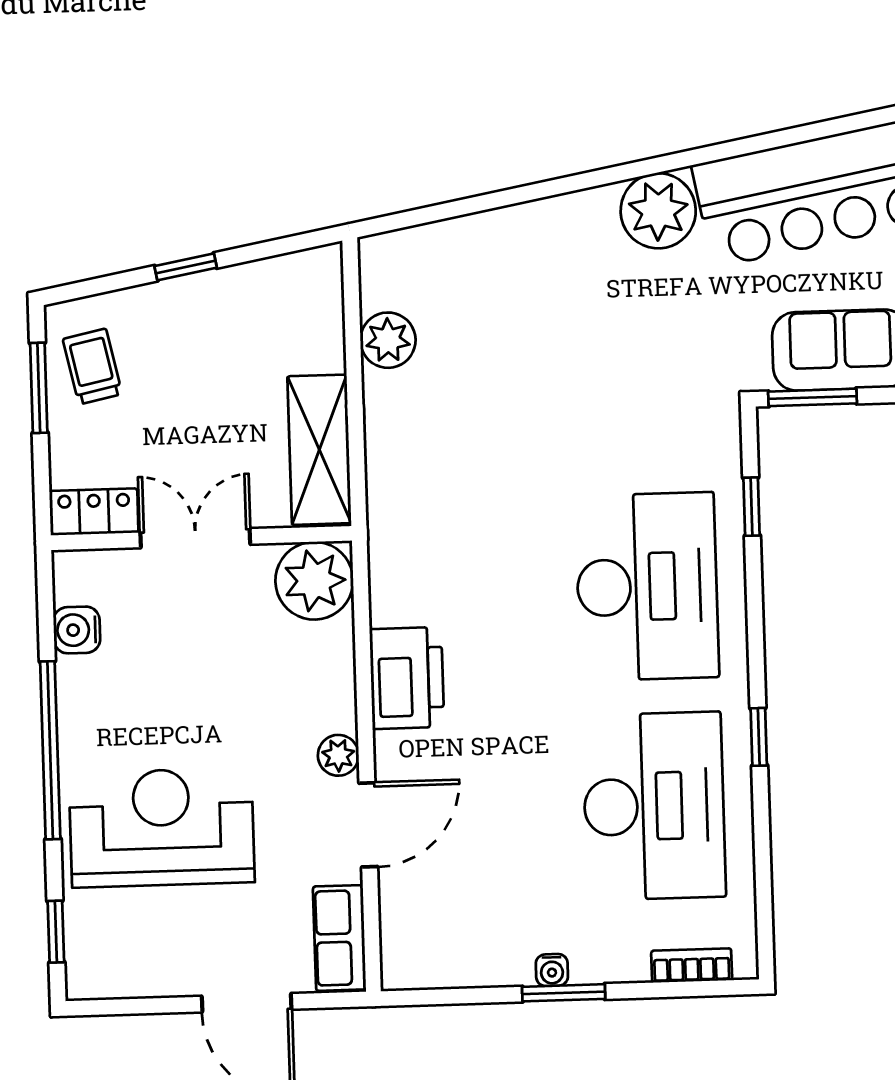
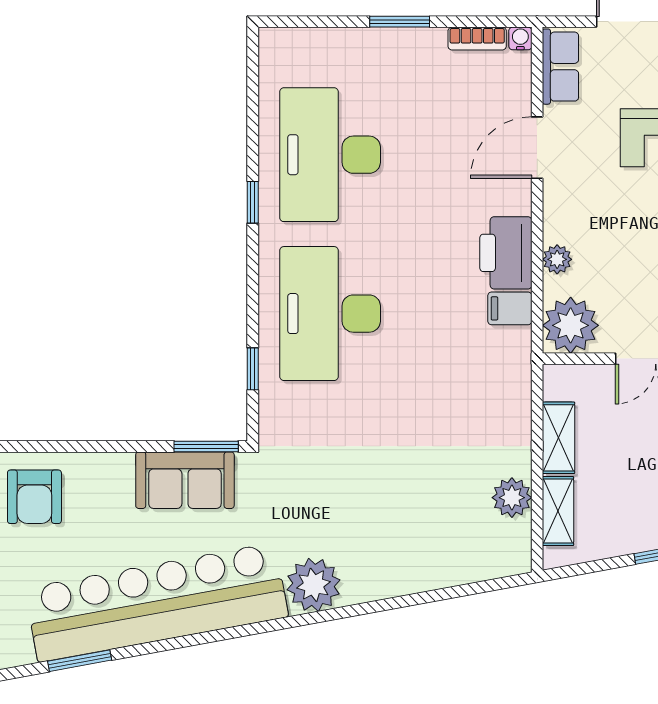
shelving: (324, 323) -> (558, 511), added
shelving: (319, 450) -> (559, 438), width x0.67, depth x0.75
filing cabinet: (399, 601) -> (510, 308), added
plant: (338, 755) -> (557, 259), moved
bookcase: (692, 966) -> (477, 39), moved
water cooler: (552, 970) -> (520, 38), moved

